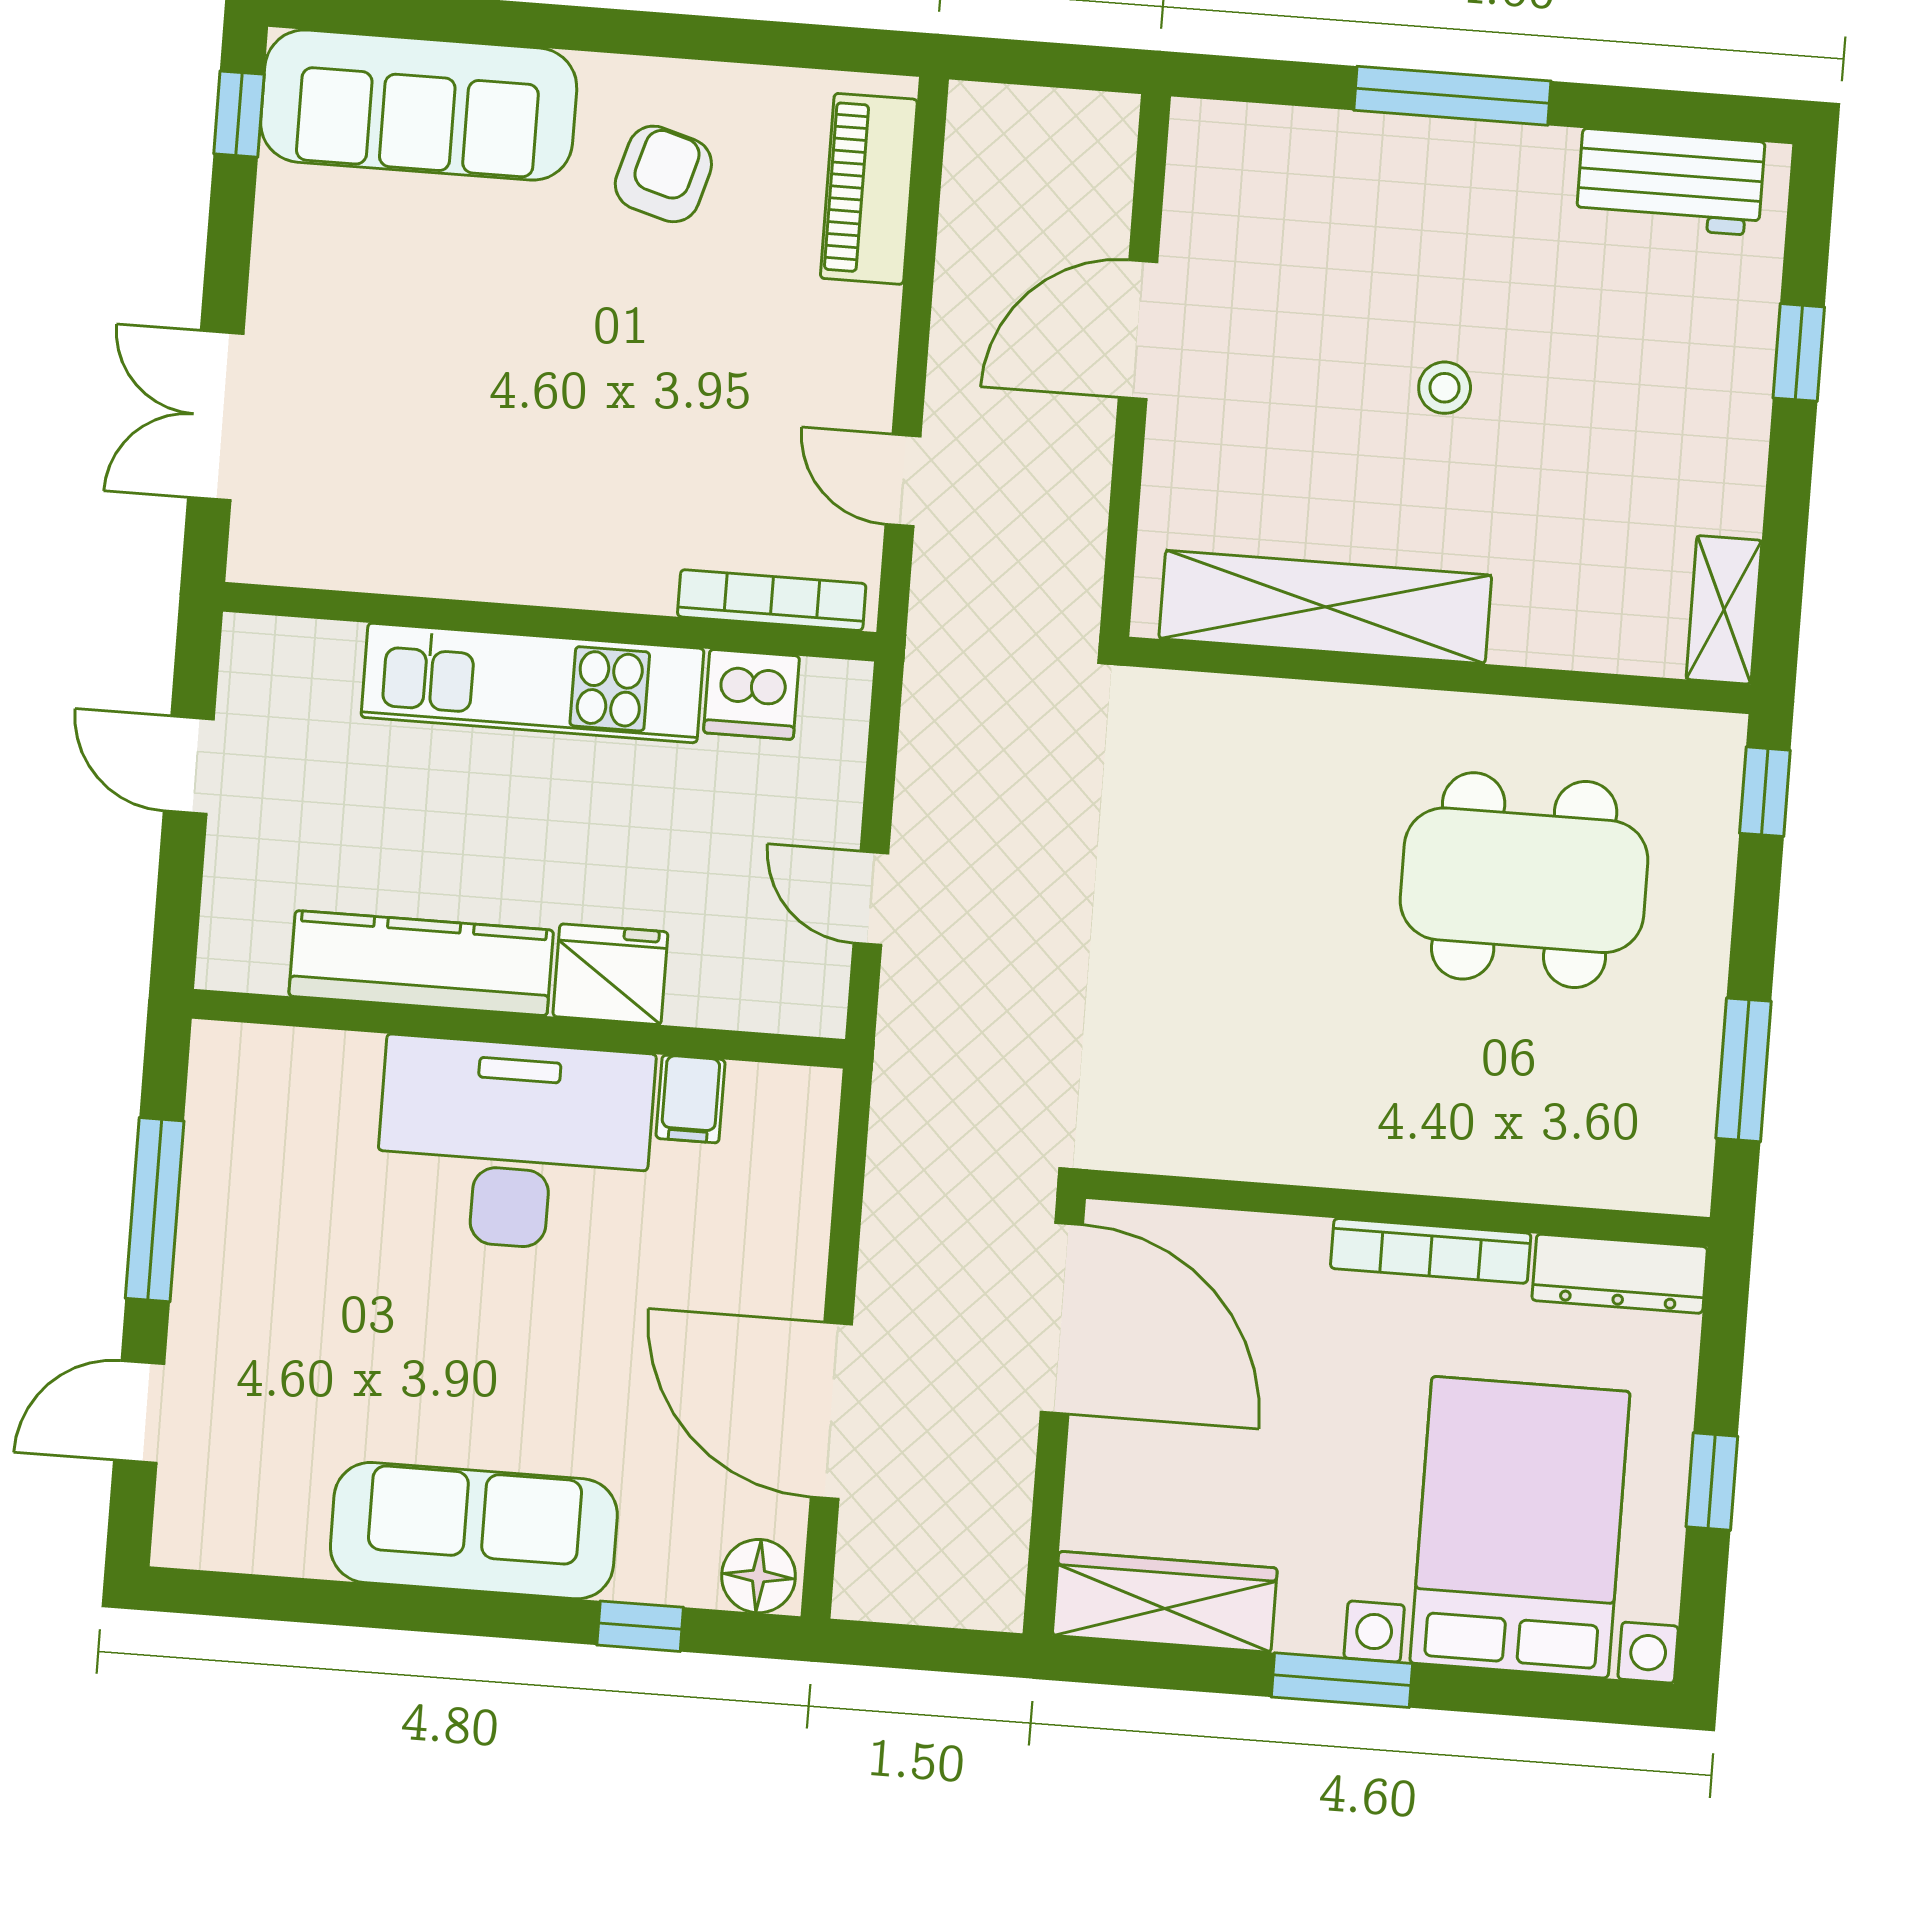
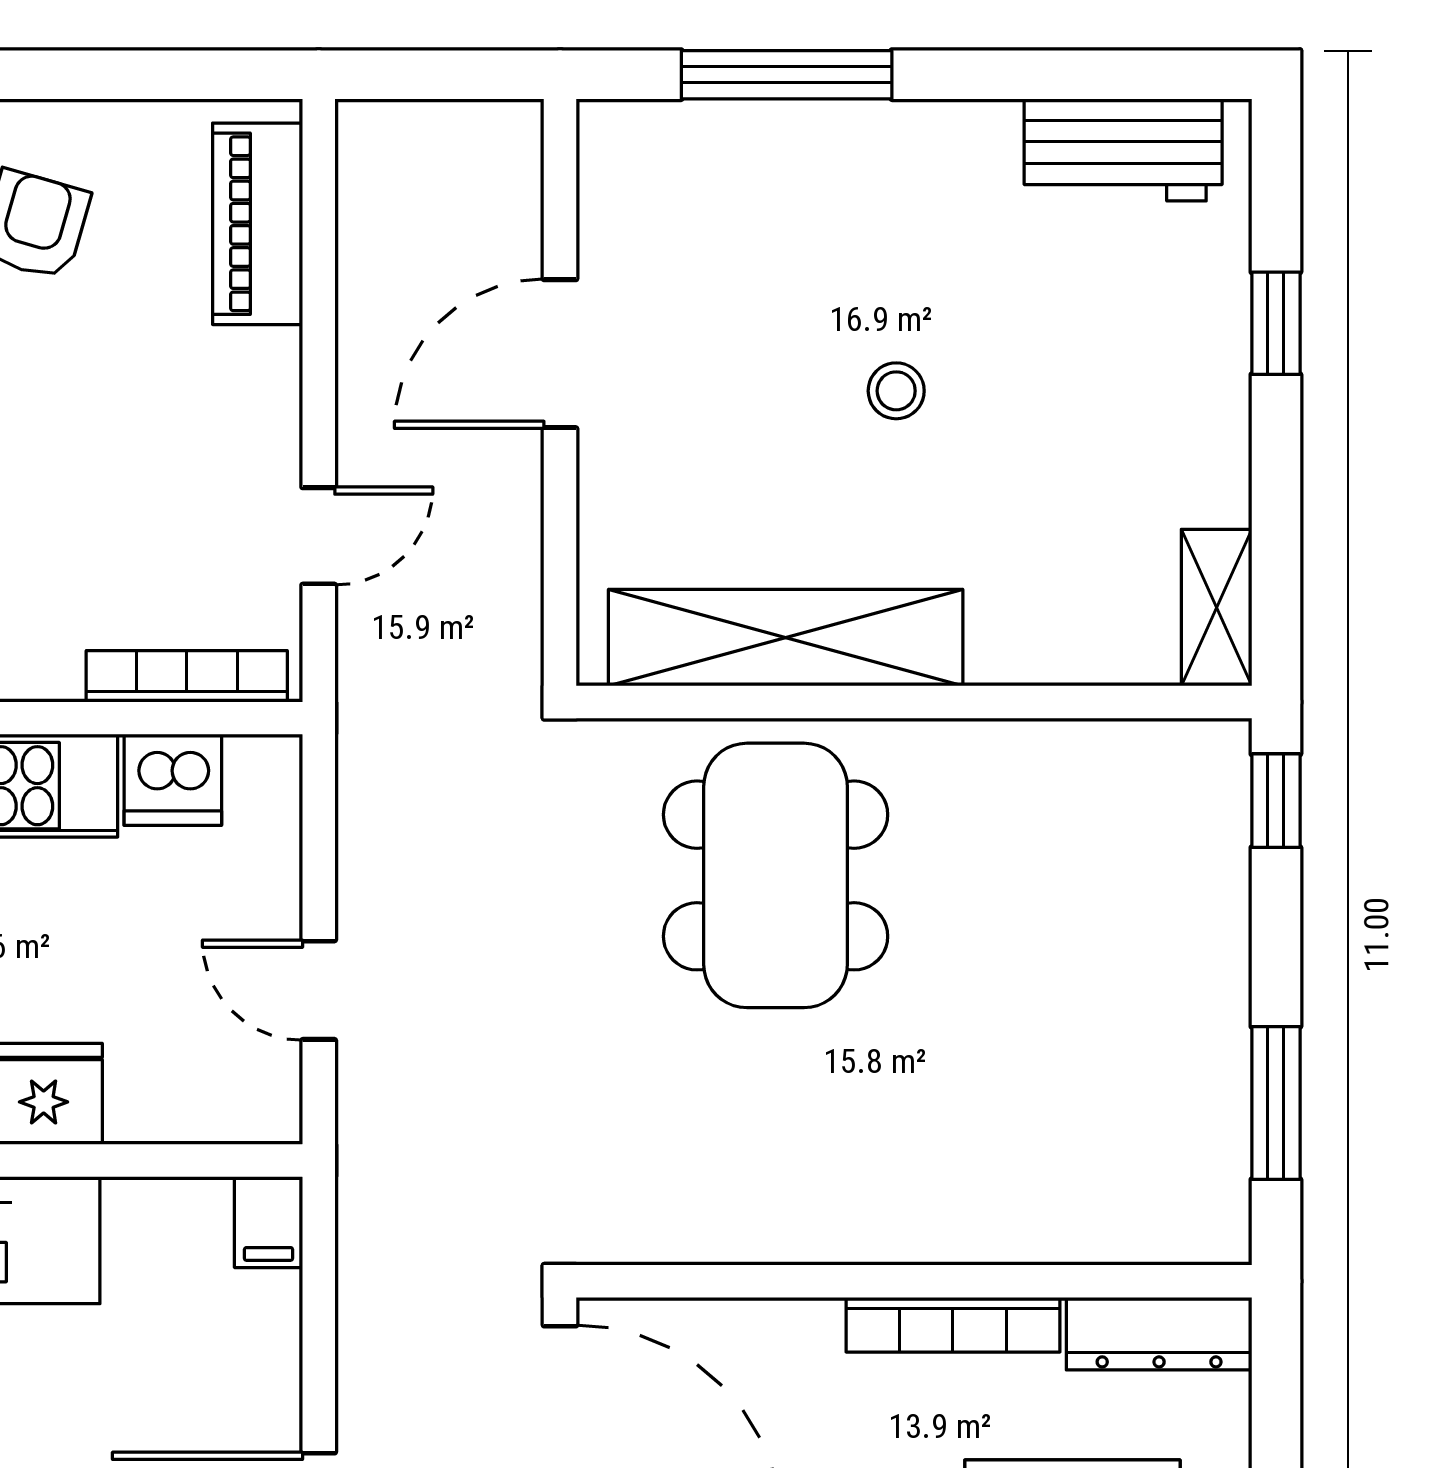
window: (1452, 96) -> (787, 75), moved
door: (903, 480) -> (319, 536), swing flipped
dining table: (1524, 880) -> (776, 875), moved, turned 90
filing cabinet: (691, 1099) -> (269, 1222), moved

